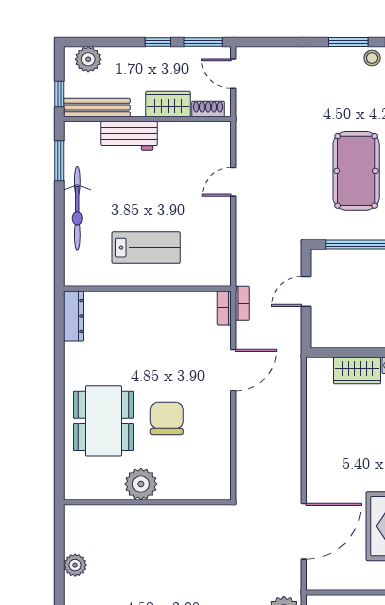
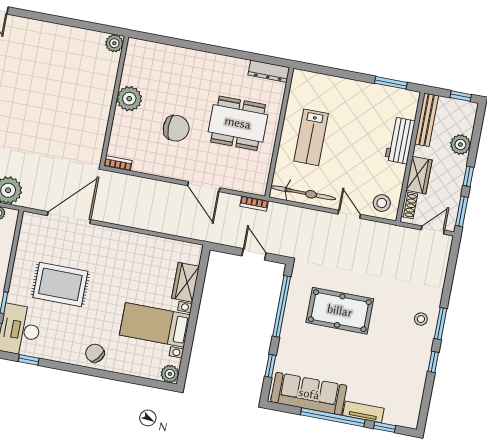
stool: (372, 58) -> (421, 319), moved
plant: (88, 59) -> (460, 145), moved
window: (59, 94) -> (461, 96), moved
stool: (212, 144) -> (382, 203), added
bicycle: (77, 208) -> (303, 193), moved, turned 180
bookcase: (224, 308) -> (118, 163), moved
dining table: (103, 421) -> (238, 123), moved
door: (304, 531) -> (69, 218), swing flipped
plant: (75, 565) -> (114, 43), moved

